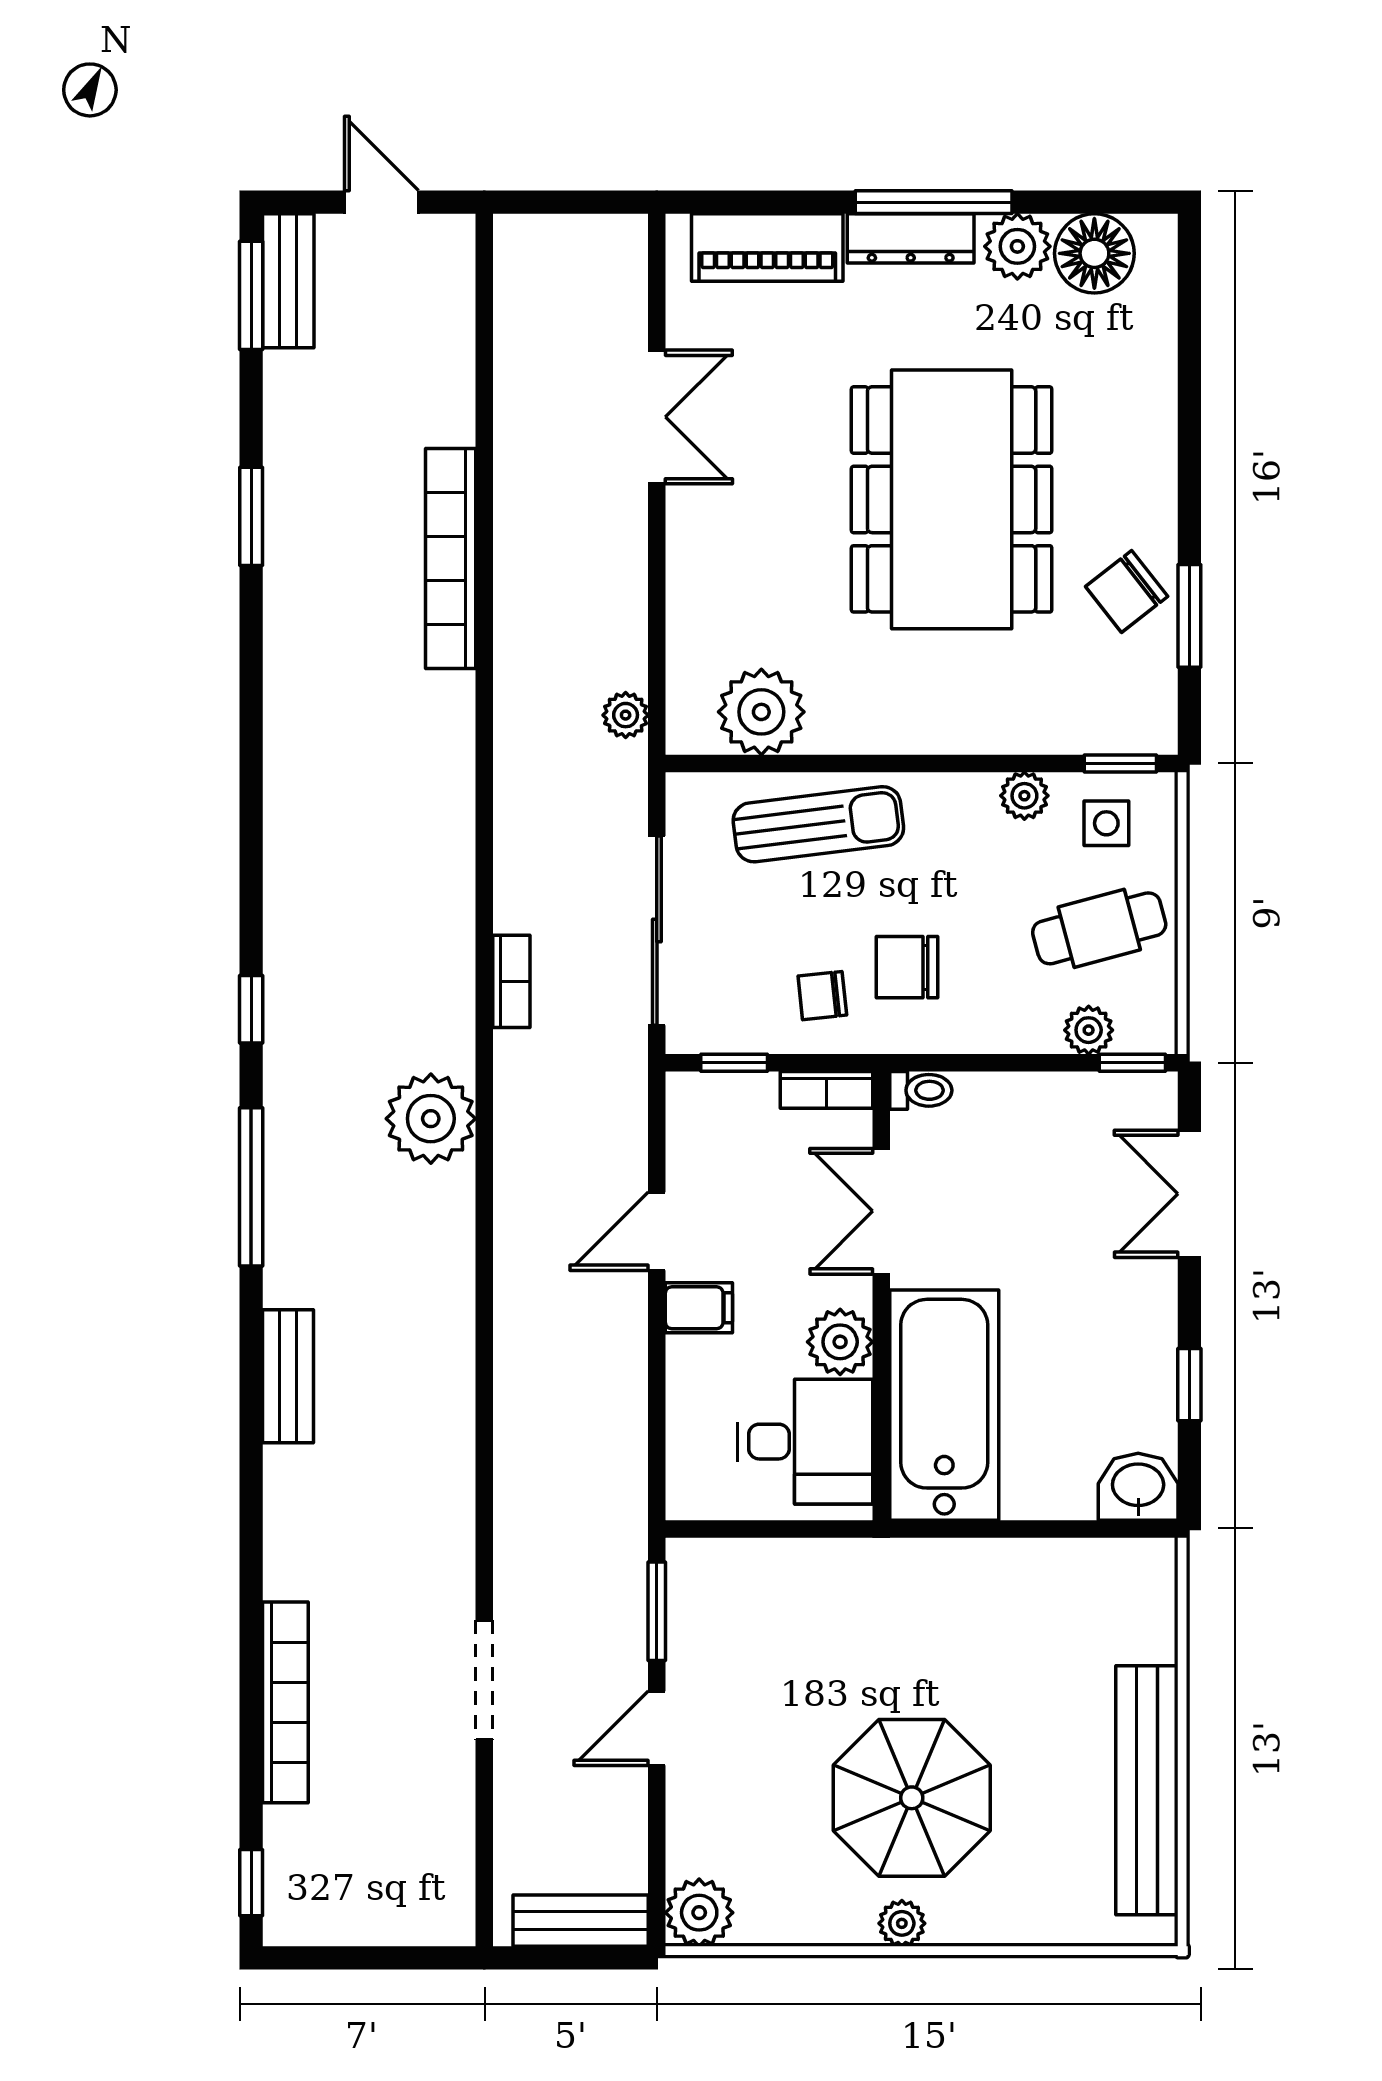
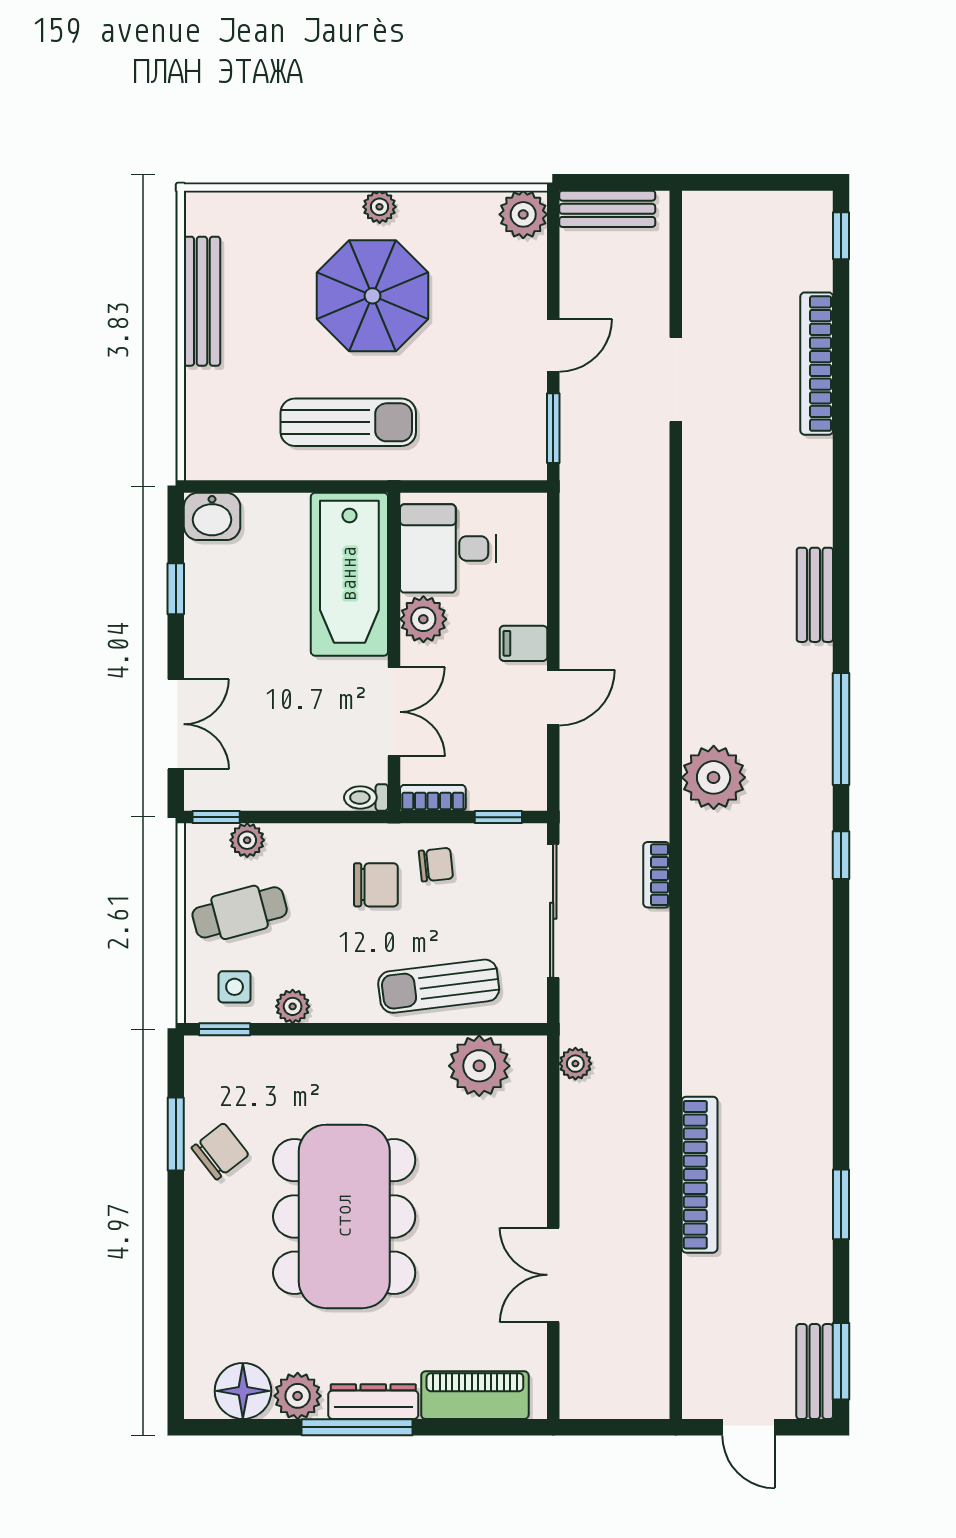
sun lounger: (946, 1619) -> (348, 422), added
bench: (1147, 1790) -> (202, 301), width x0.73, depth x0.82

